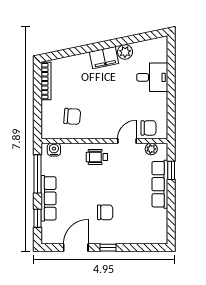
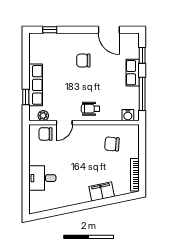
plant: (125, 52) -> (66, 200), removed
filing cabinet: (104, 58) -> (102, 192), moved
wheelchair: (97, 157) -> (90, 109), turned 180
row of seats: (48, 198) -> (133, 73), width x0.68
door: (76, 248) -> (109, 30), hinge flipped
window: (108, 248) -> (50, 30), moved

